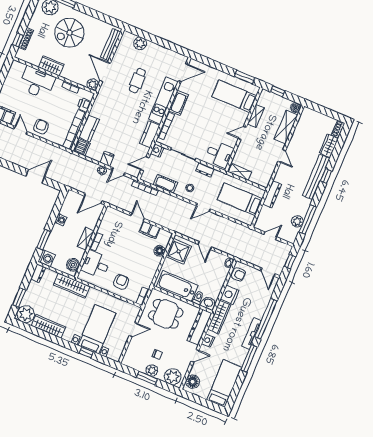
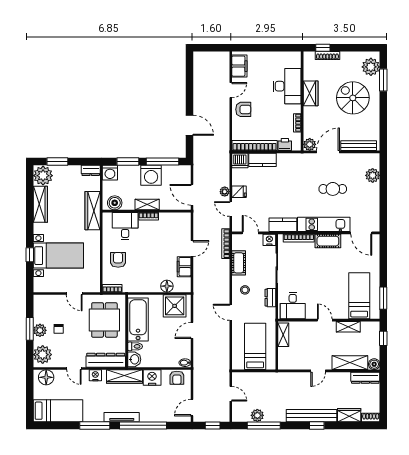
dresser: (272, 194) -> (365, 378), moved
window: (56, 211) -> (163, 162), added
washing machine: (61, 220) -> (151, 175), width x1.89, depth x1.89
armchair: (121, 282) -> (118, 260), turned -90

